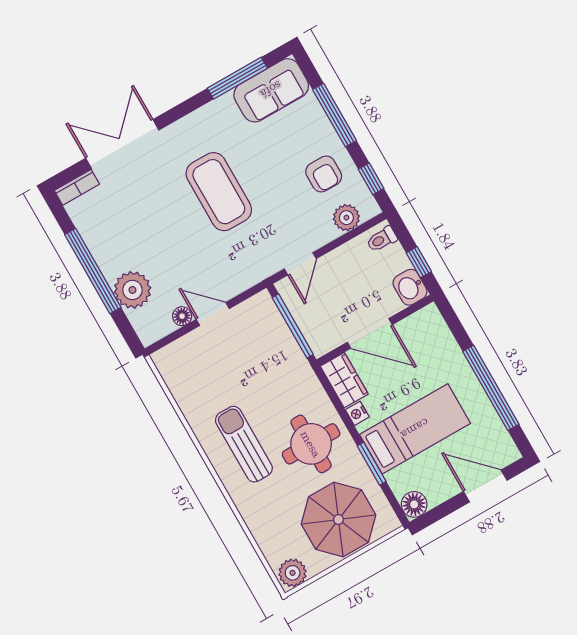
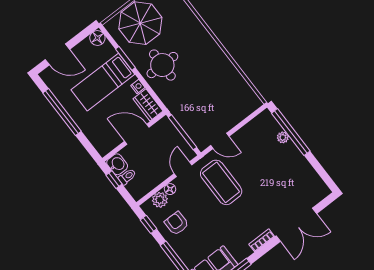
bookcase: (77, 187) -> (262, 240), moved
coffee table: (219, 192) -> (221, 182), moved
toilet: (382, 239) -> (127, 177), moved
window: (93, 271) -> (291, 132), moved
plant: (132, 290) -> (283, 137), width x0.53, depth x0.53
door: (213, 314) -> (220, 141), moved
floor lamp: (182, 316) -> (170, 189), moved
sun lounger: (244, 444) -> (201, 60), removed

